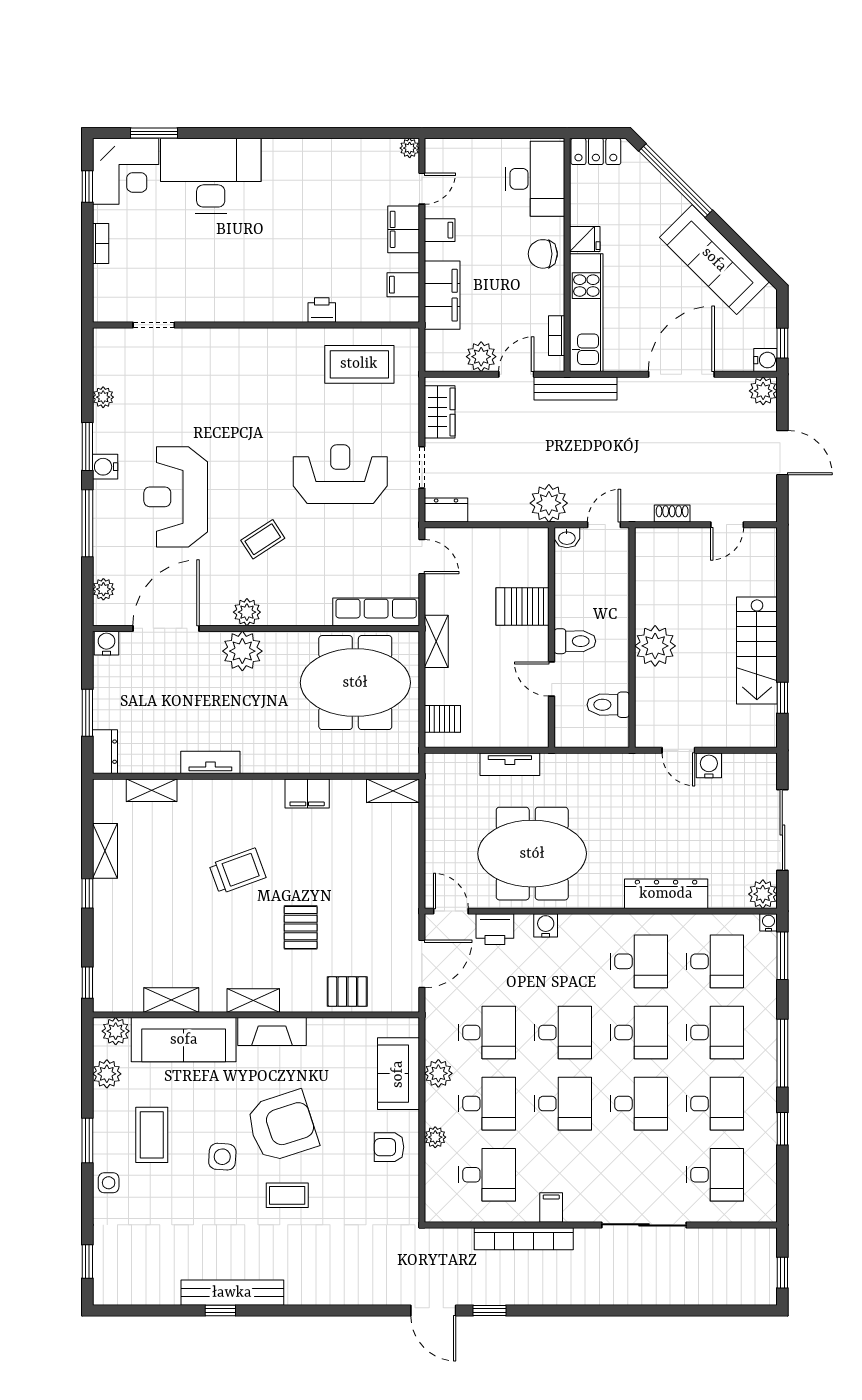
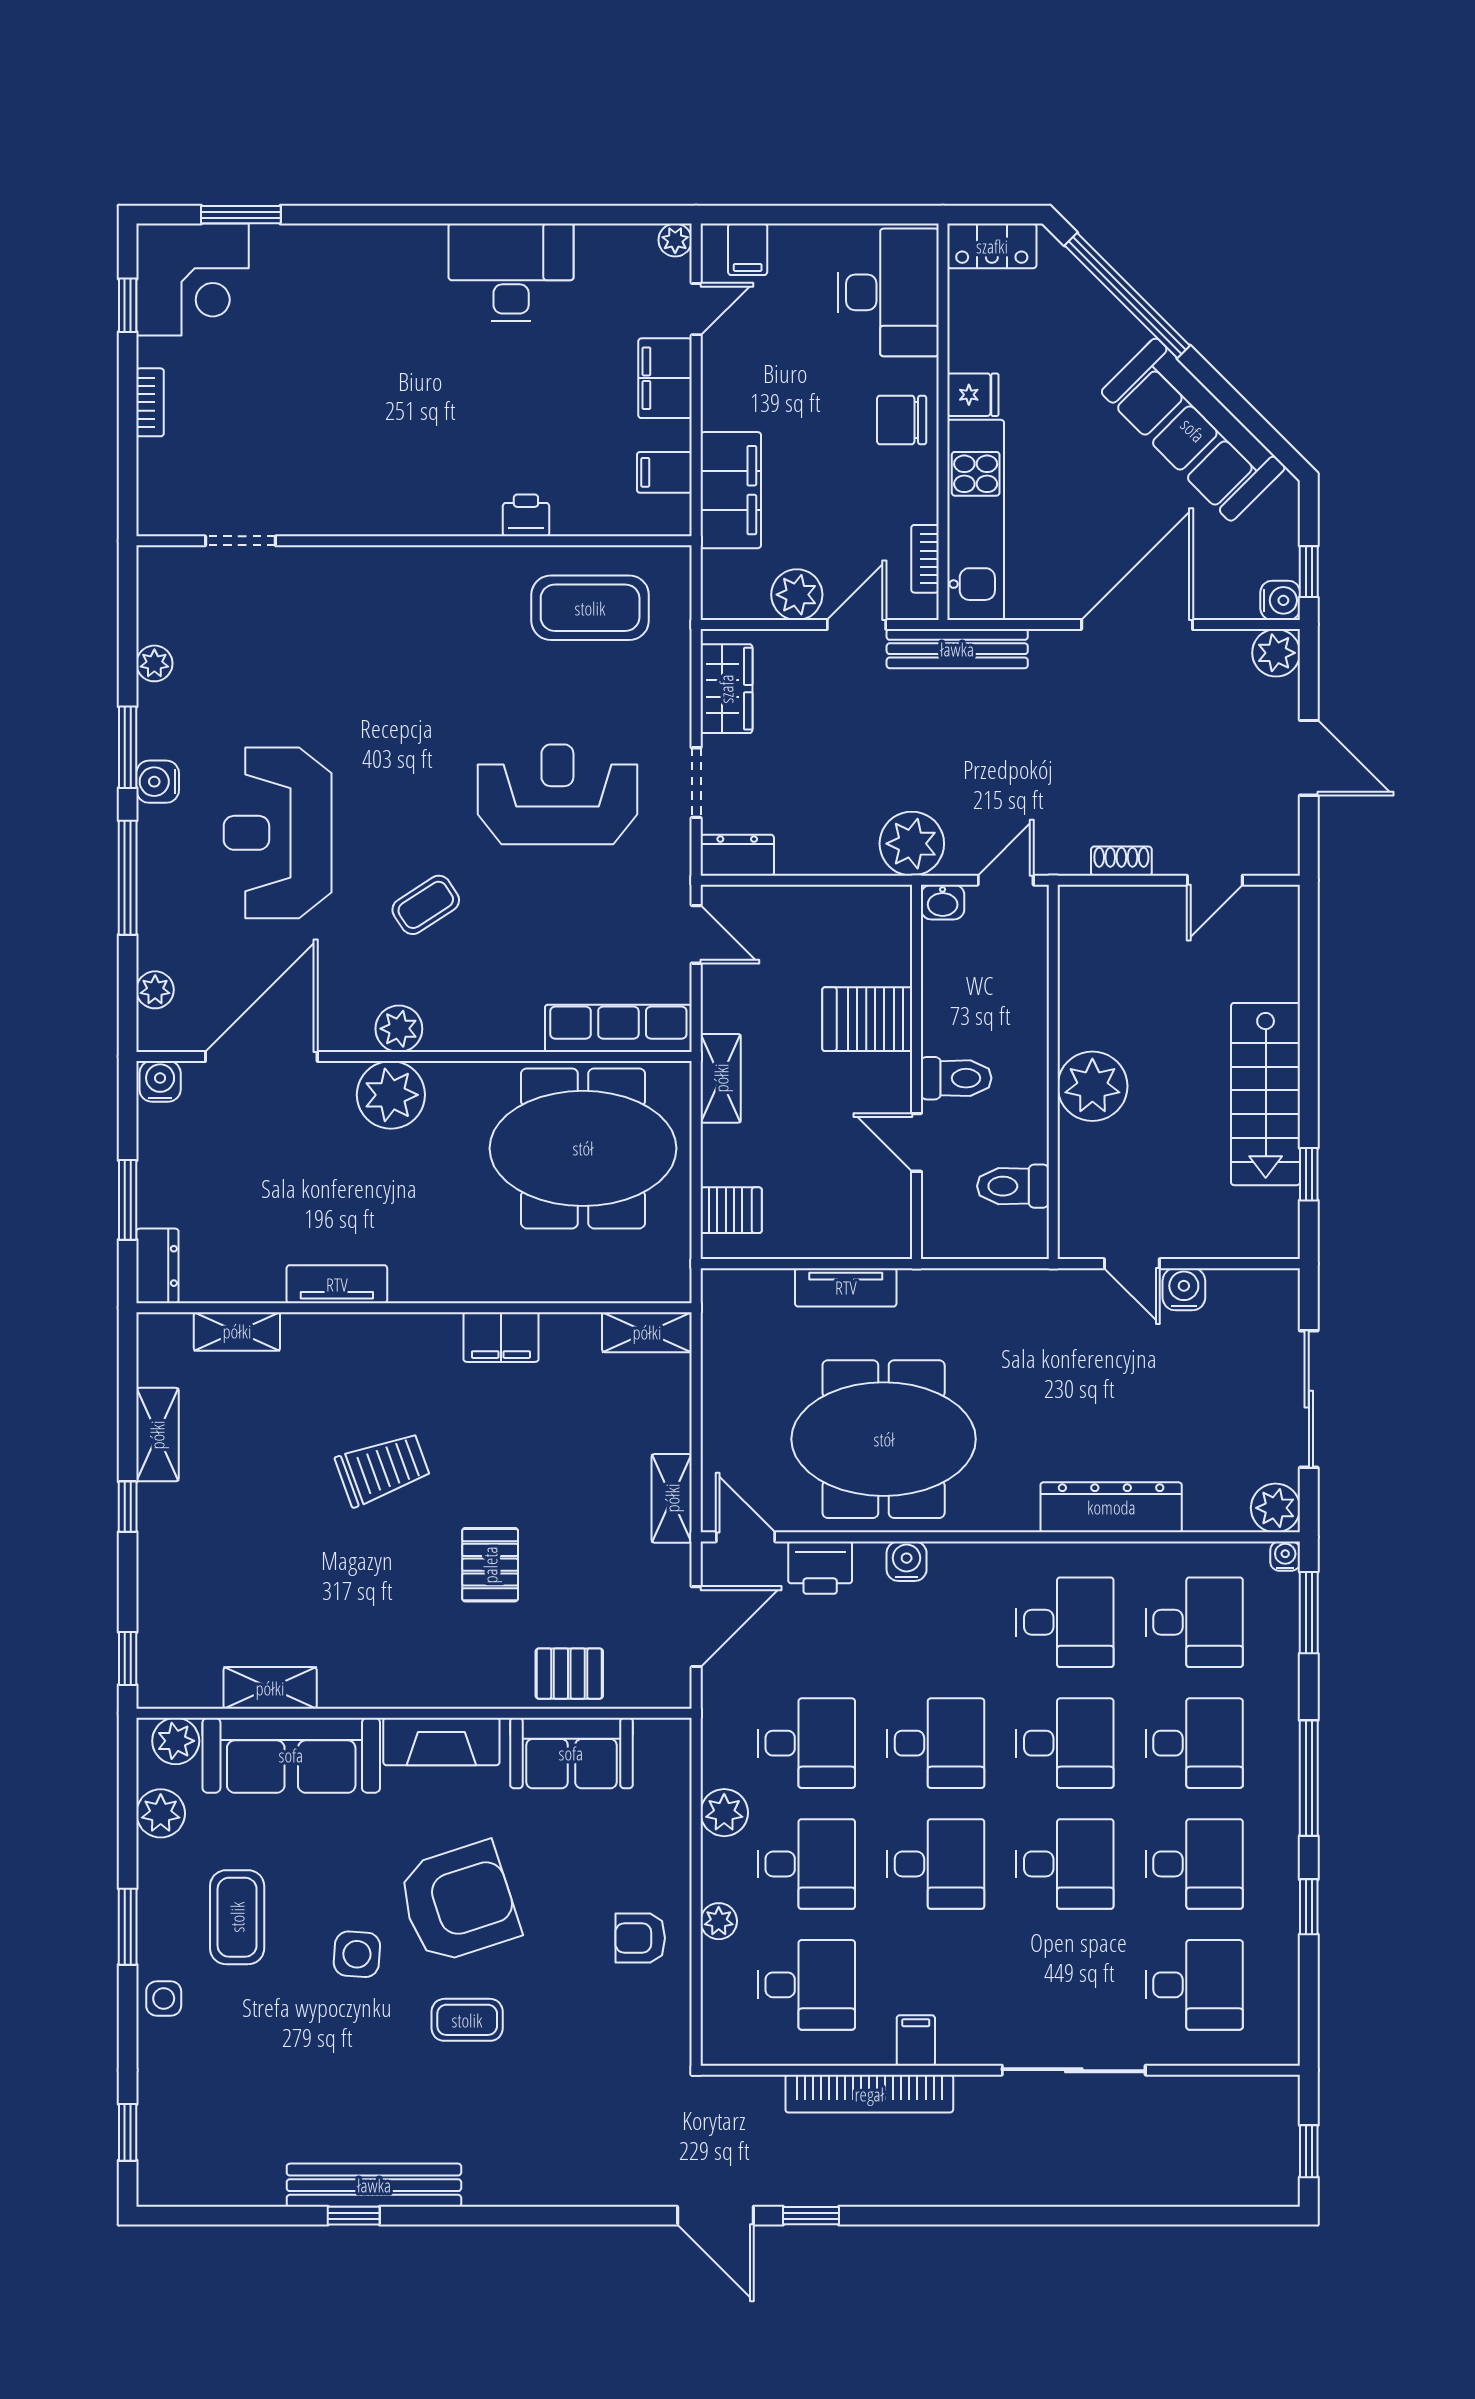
desk: (211, 176) -> (511, 272), moved, width x0.73, depth x0.77
filing cabinet: (440, 230) -> (748, 249), moved, turned 90
shelving: (253, 1000) -> (672, 1498), moved, turned 90
sofa: (398, 1074) -> (571, 1753), moved, turned -90

